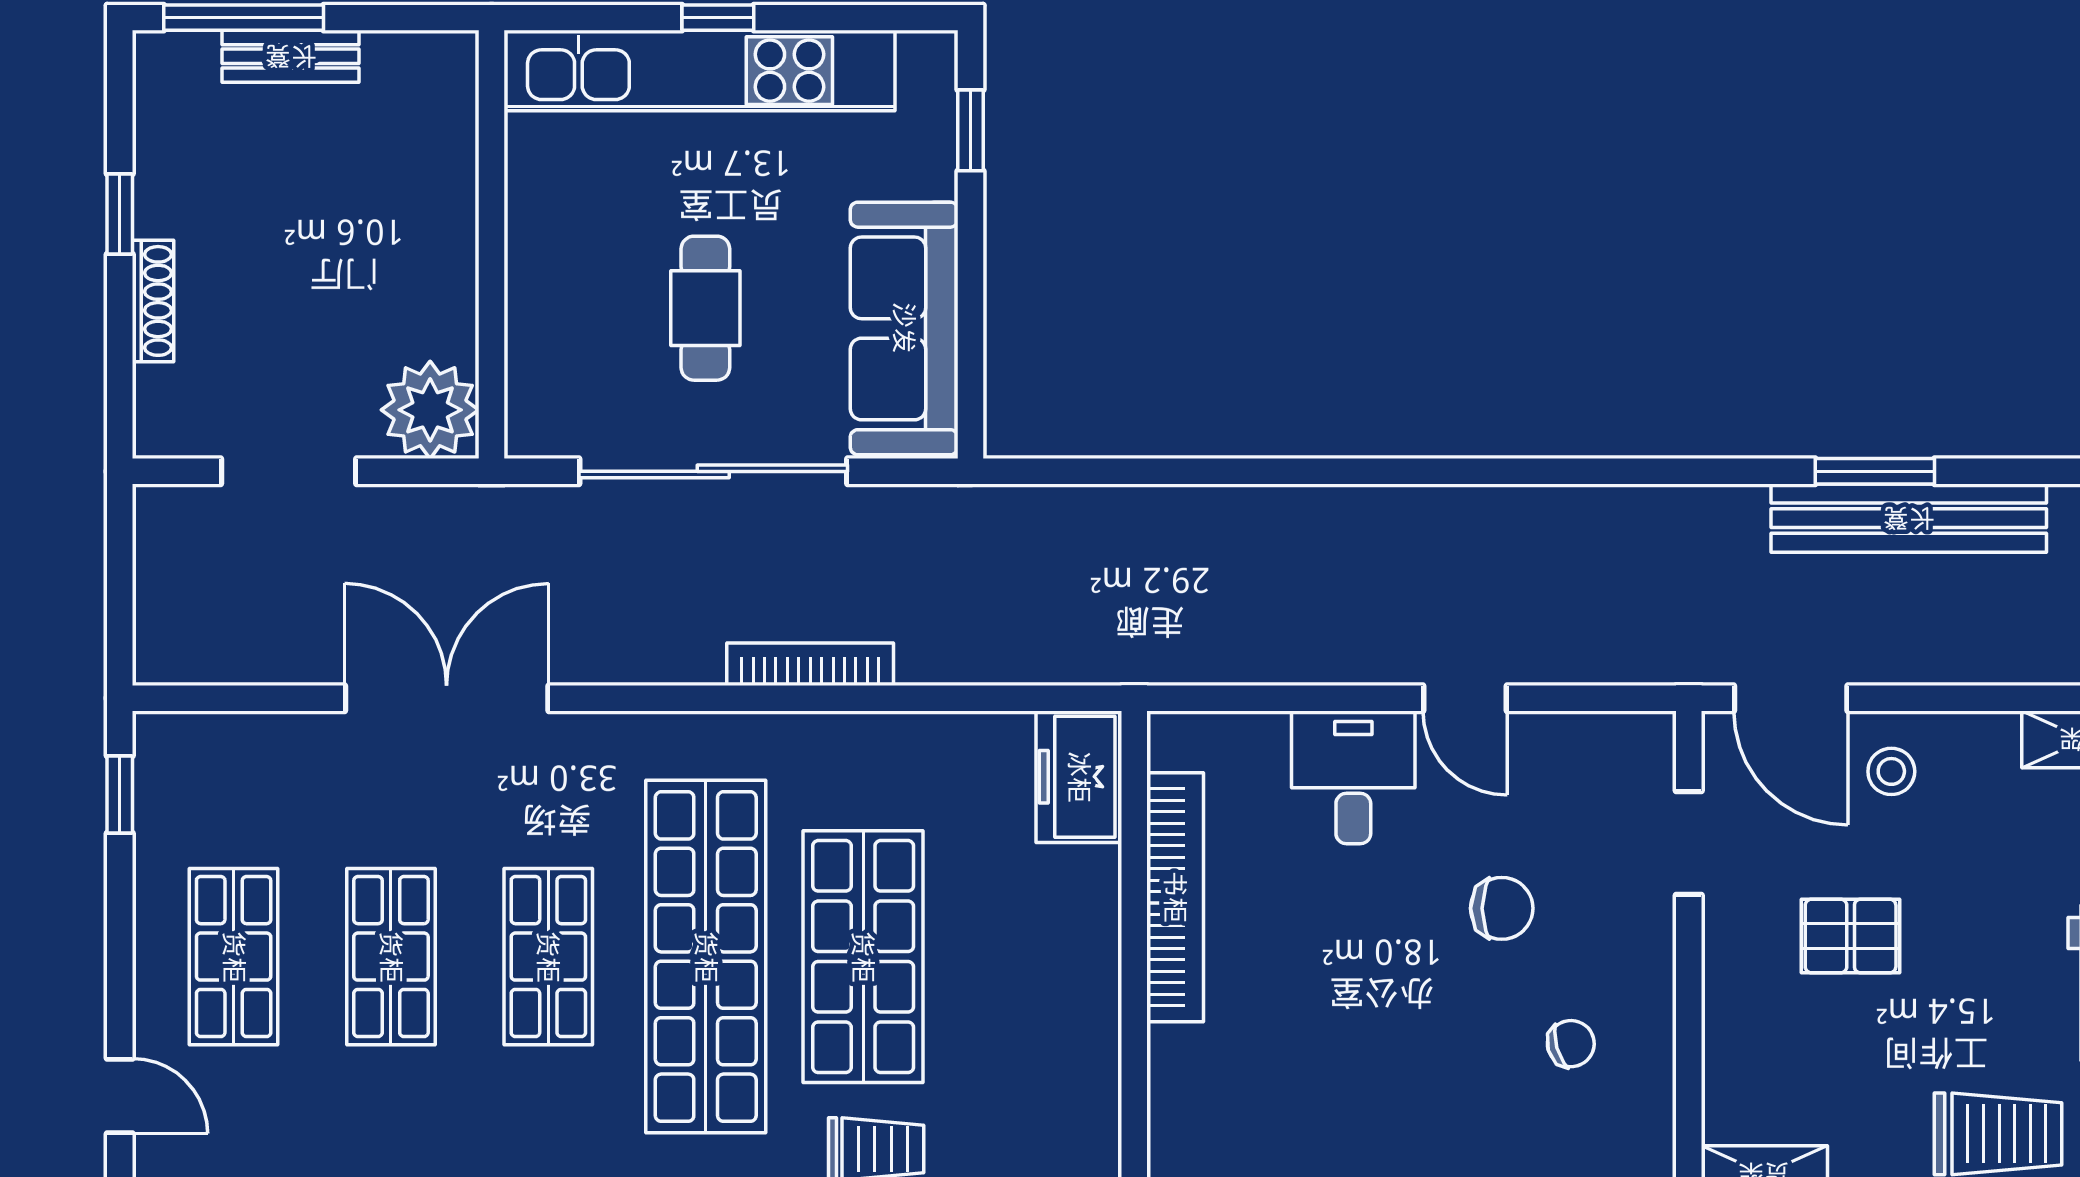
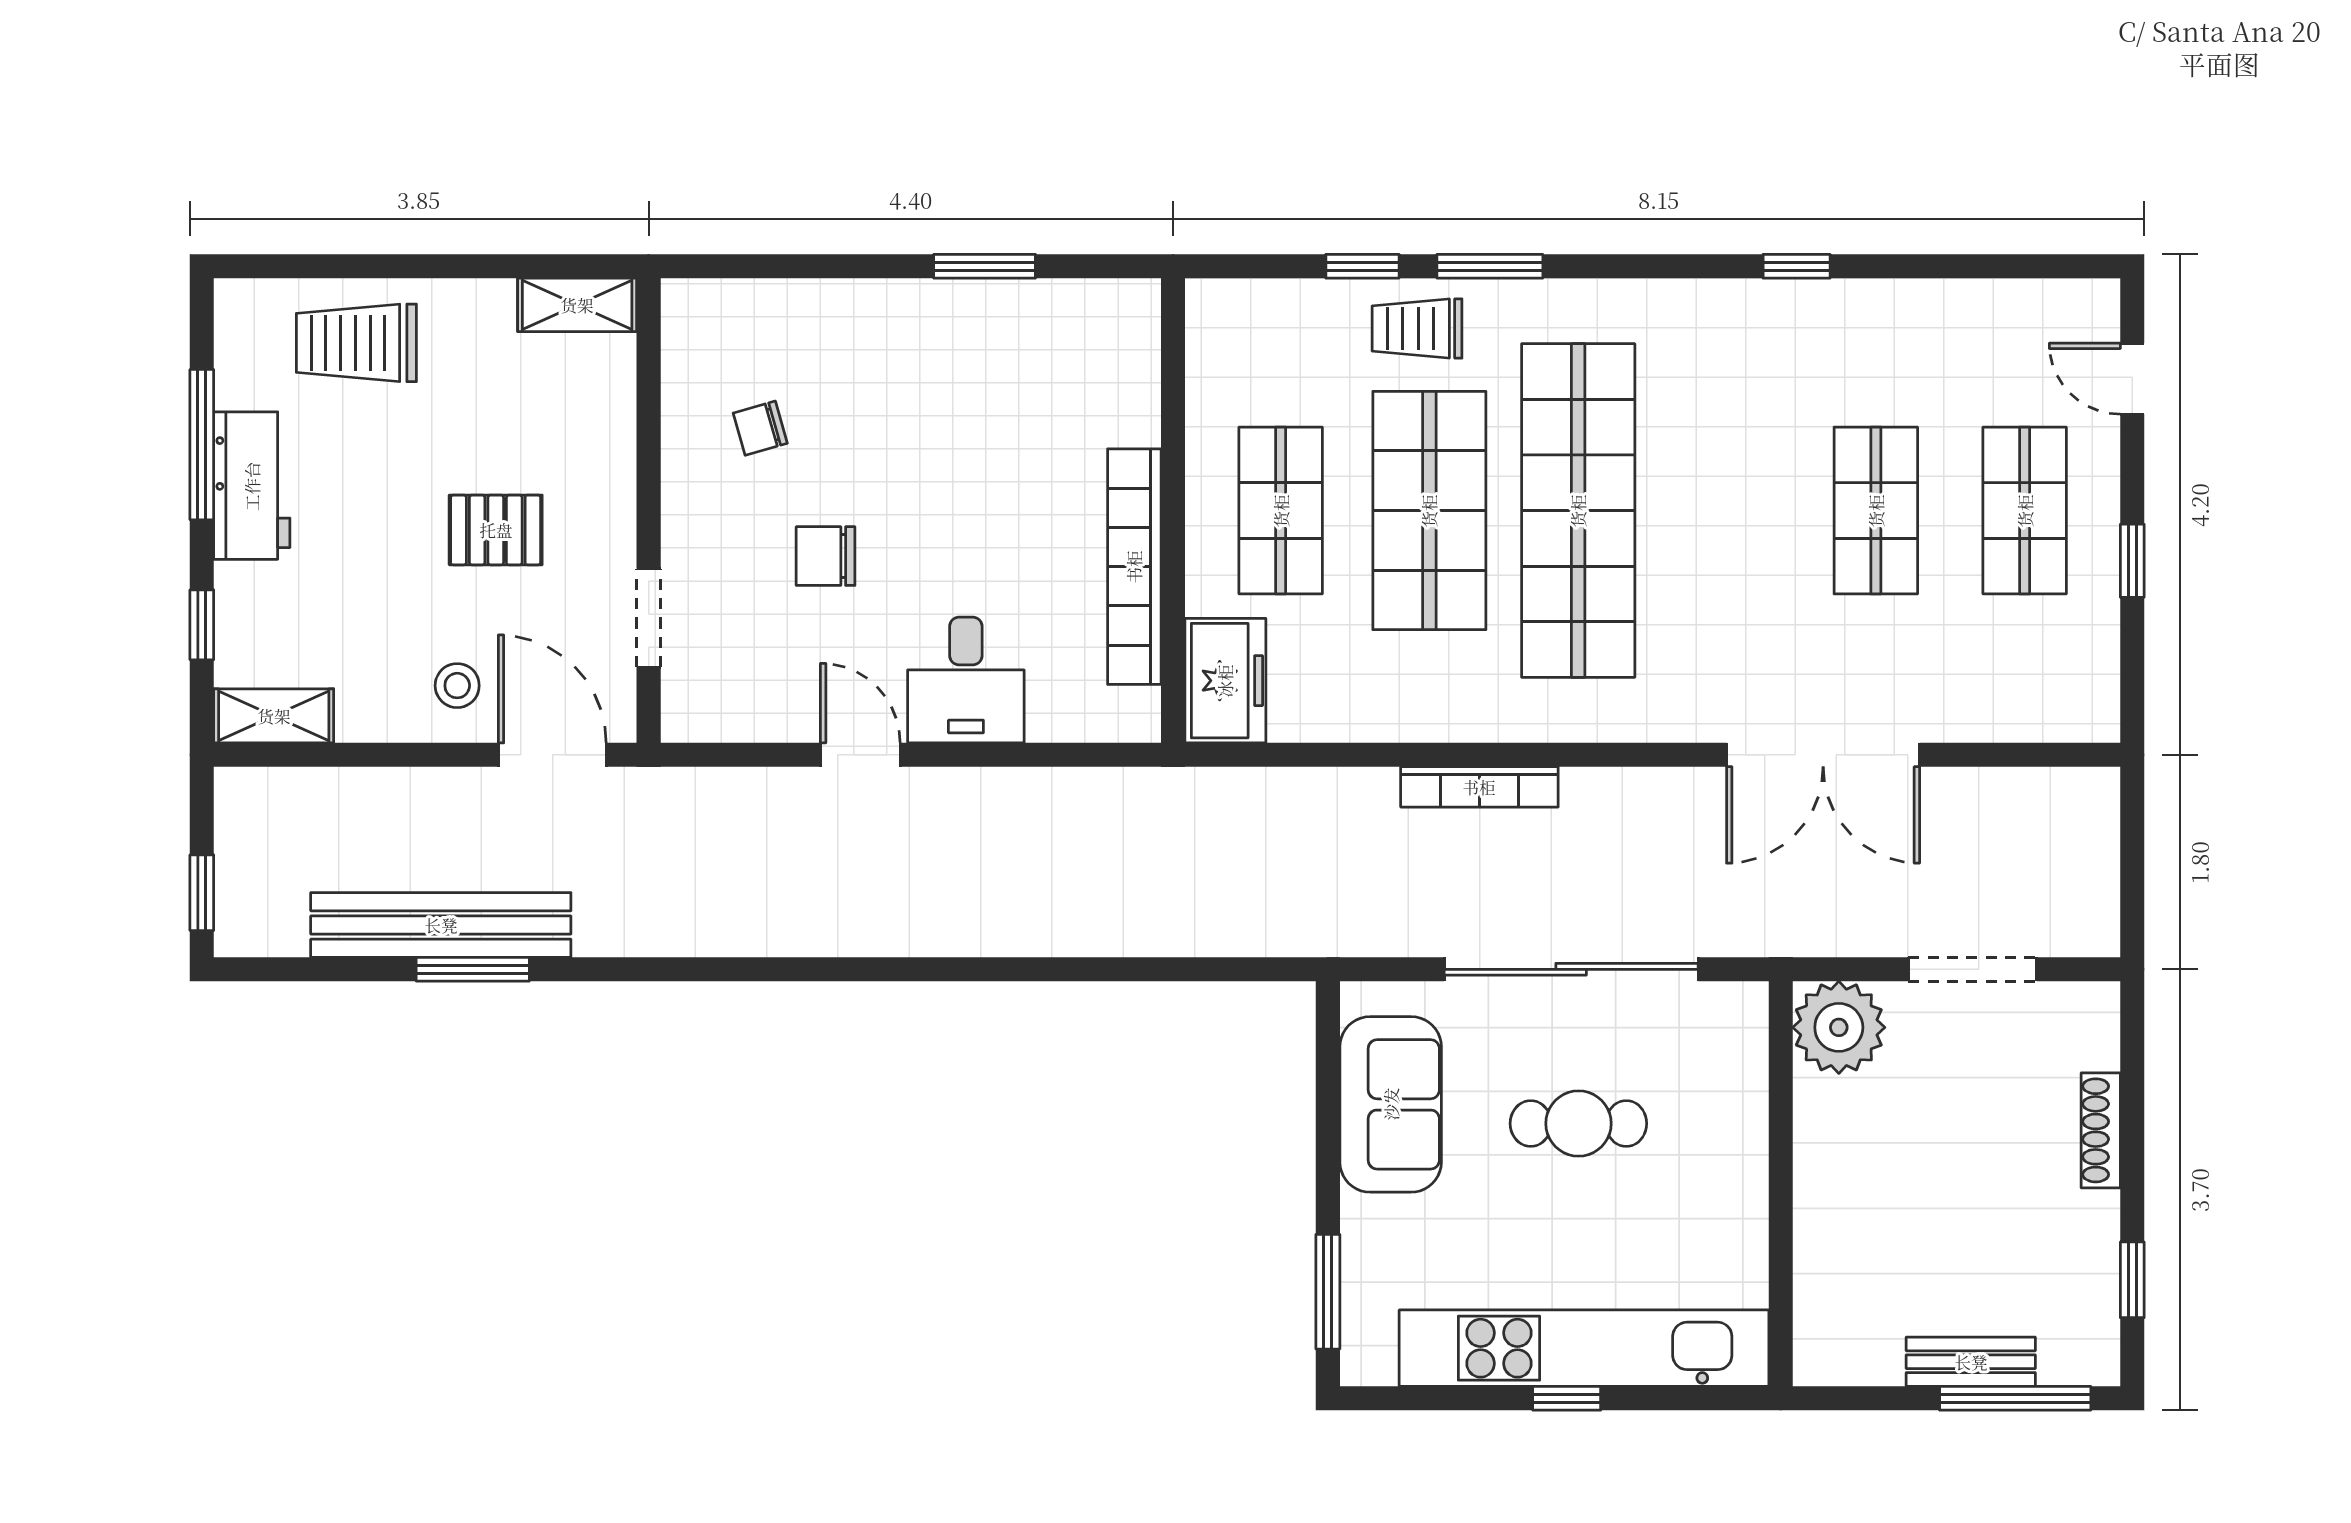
window: (970, 130) -> (1328, 1292), width x1.50
window: (120, 214) -> (2132, 1280), moved
cafe table: (705, 308) -> (1578, 1124), turned 90
sofa: (904, 328) -> (1391, 1104), width x0.73
window: (120, 795) -> (2132, 561), moved
shop shelf: (548, 957) -> (1281, 511), moved

